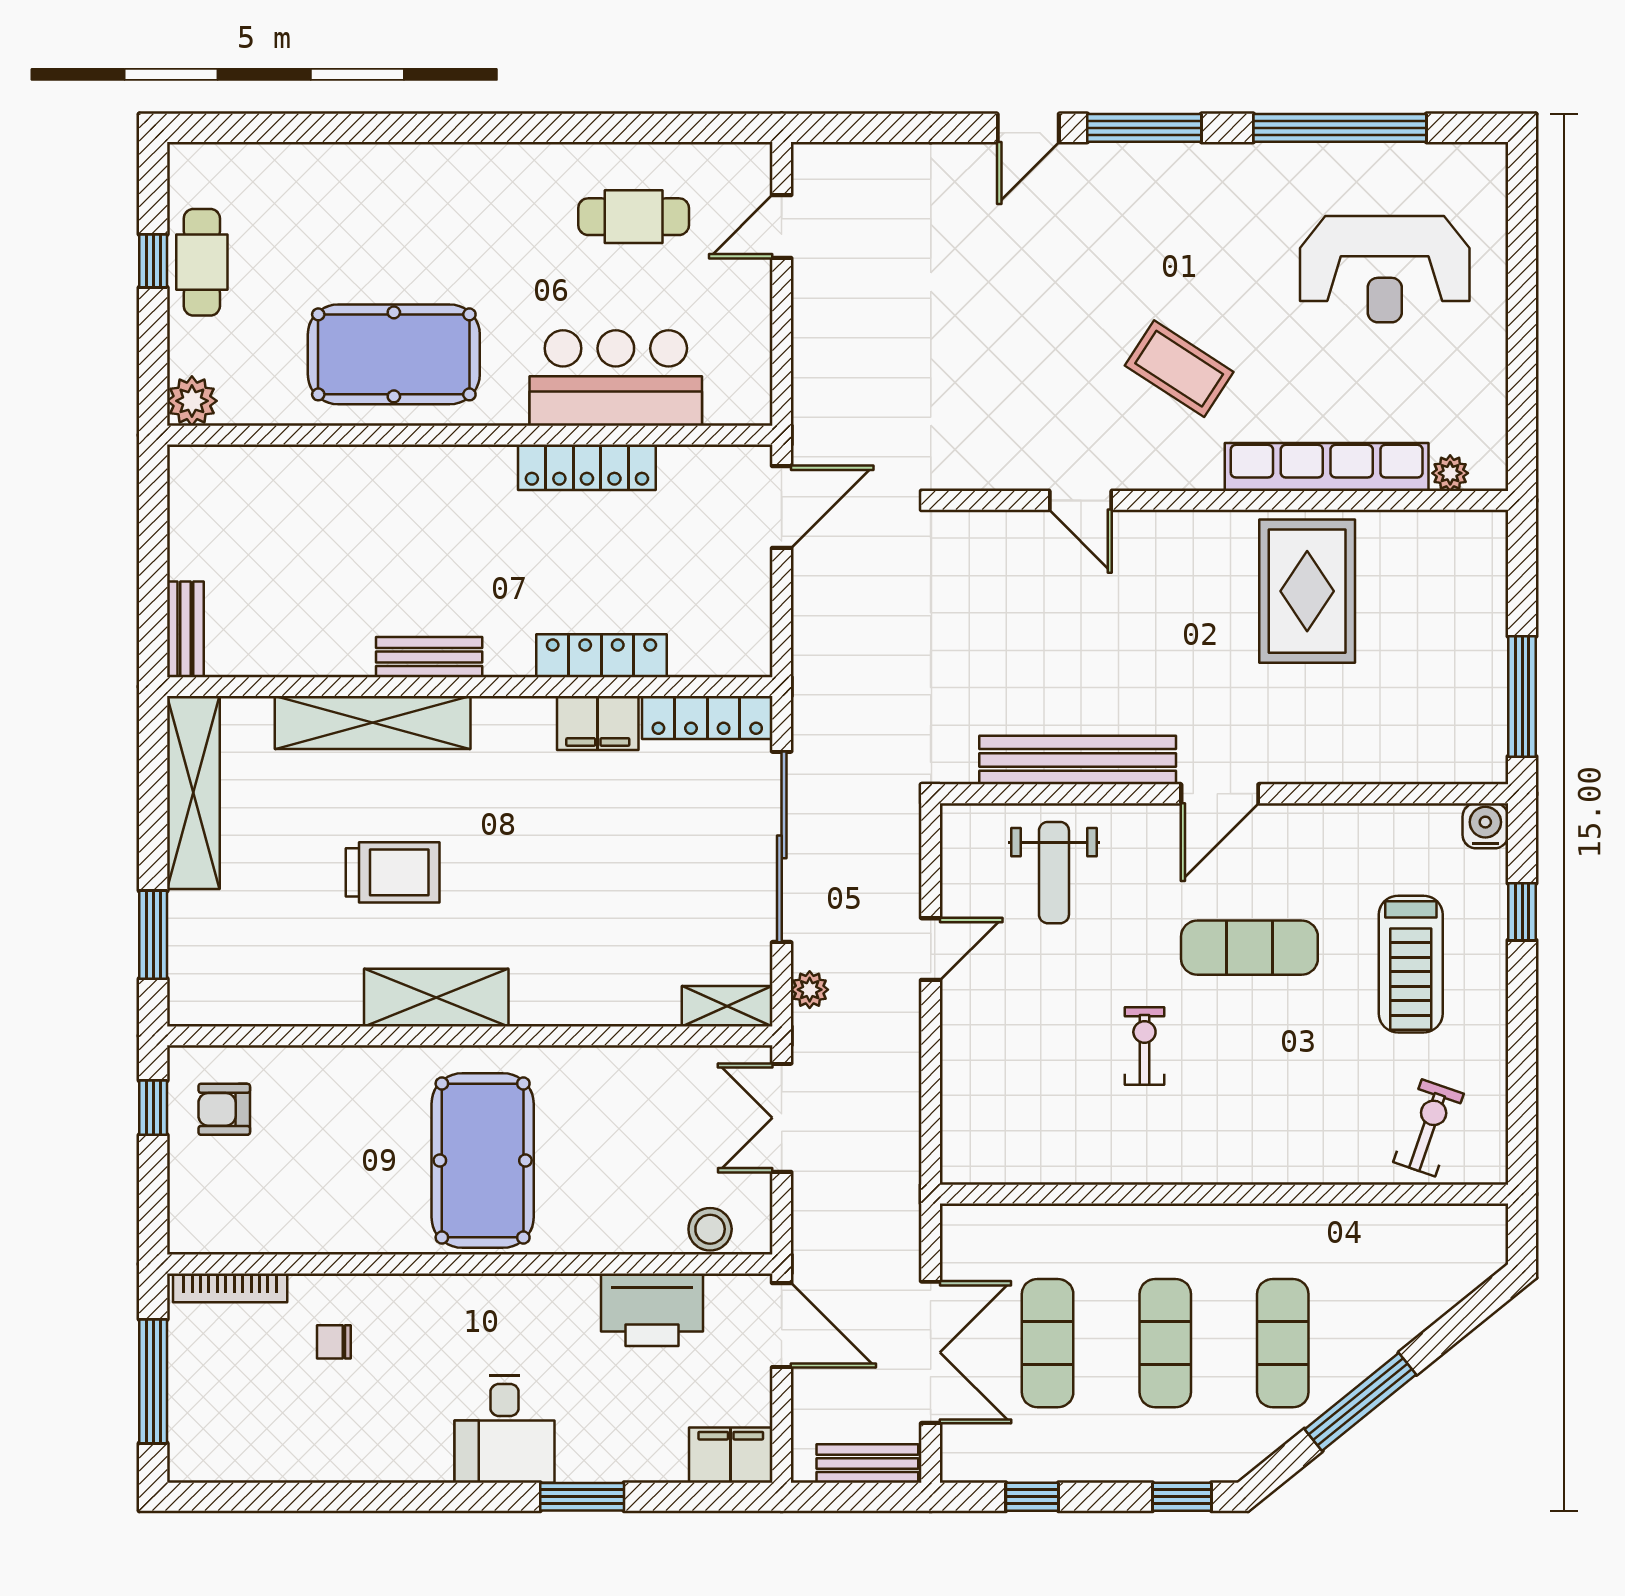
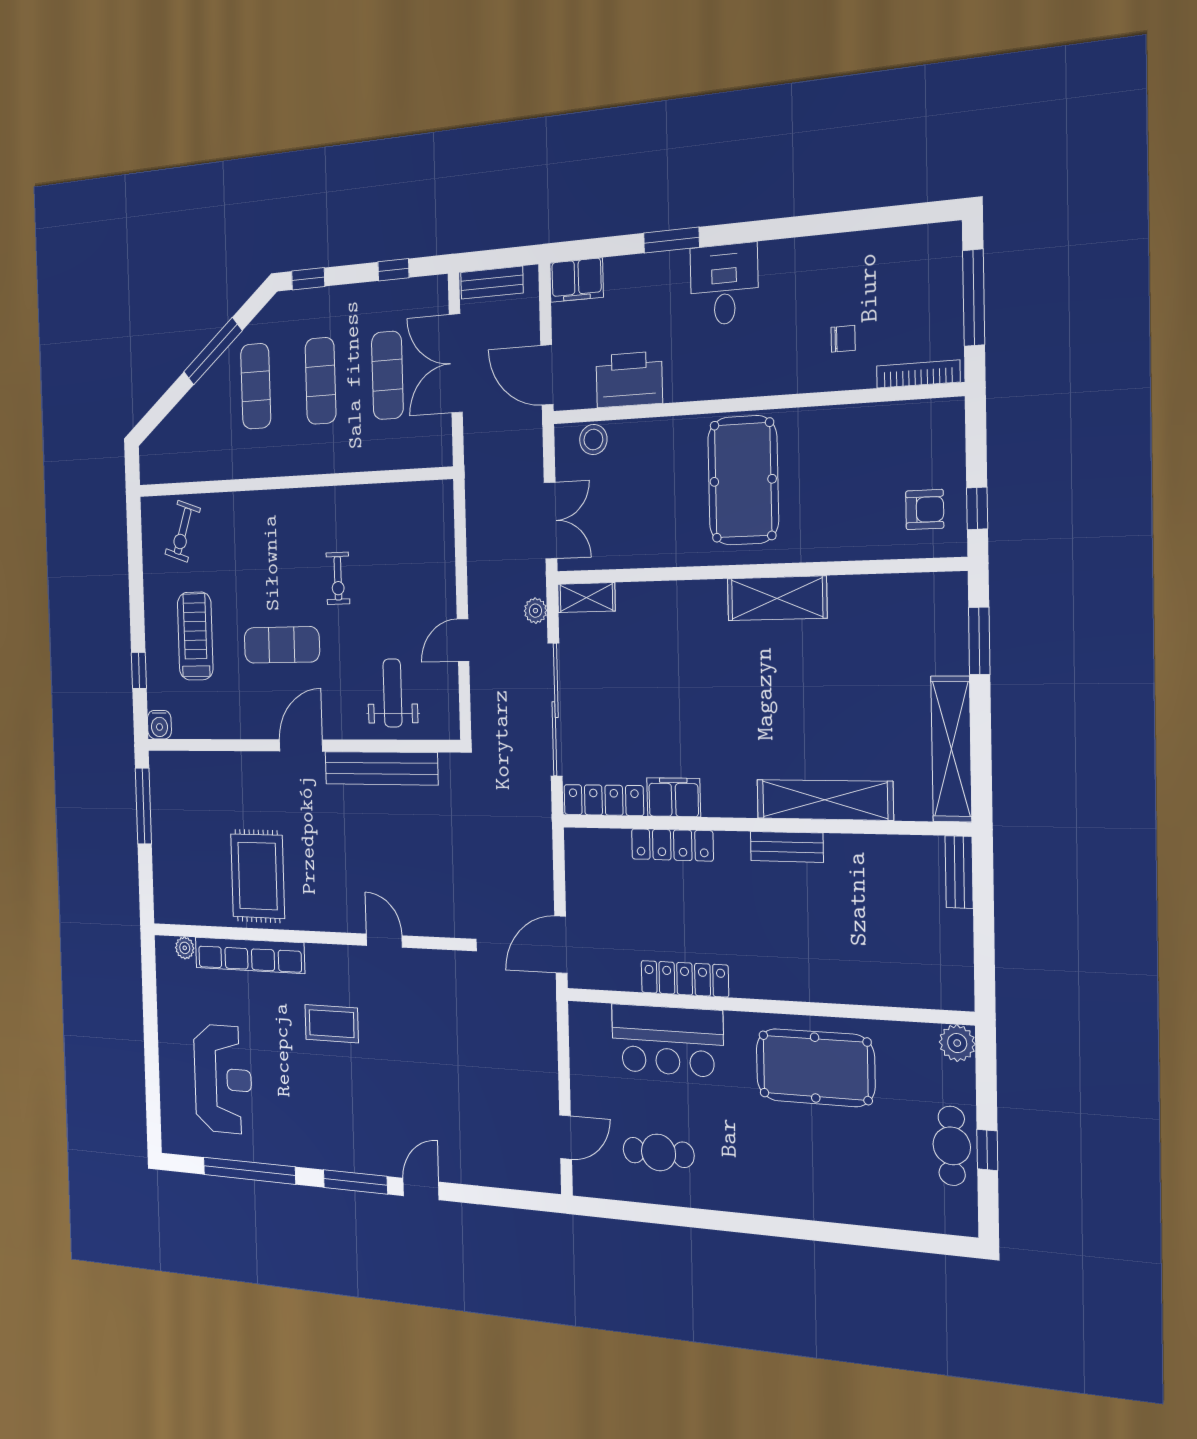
reception desk: (1385, 269) -> (223, 1079), turned 90
coffee table: (1179, 369) -> (332, 1024), turned -33
trolley: (393, 872) -> (809, 690), removed

